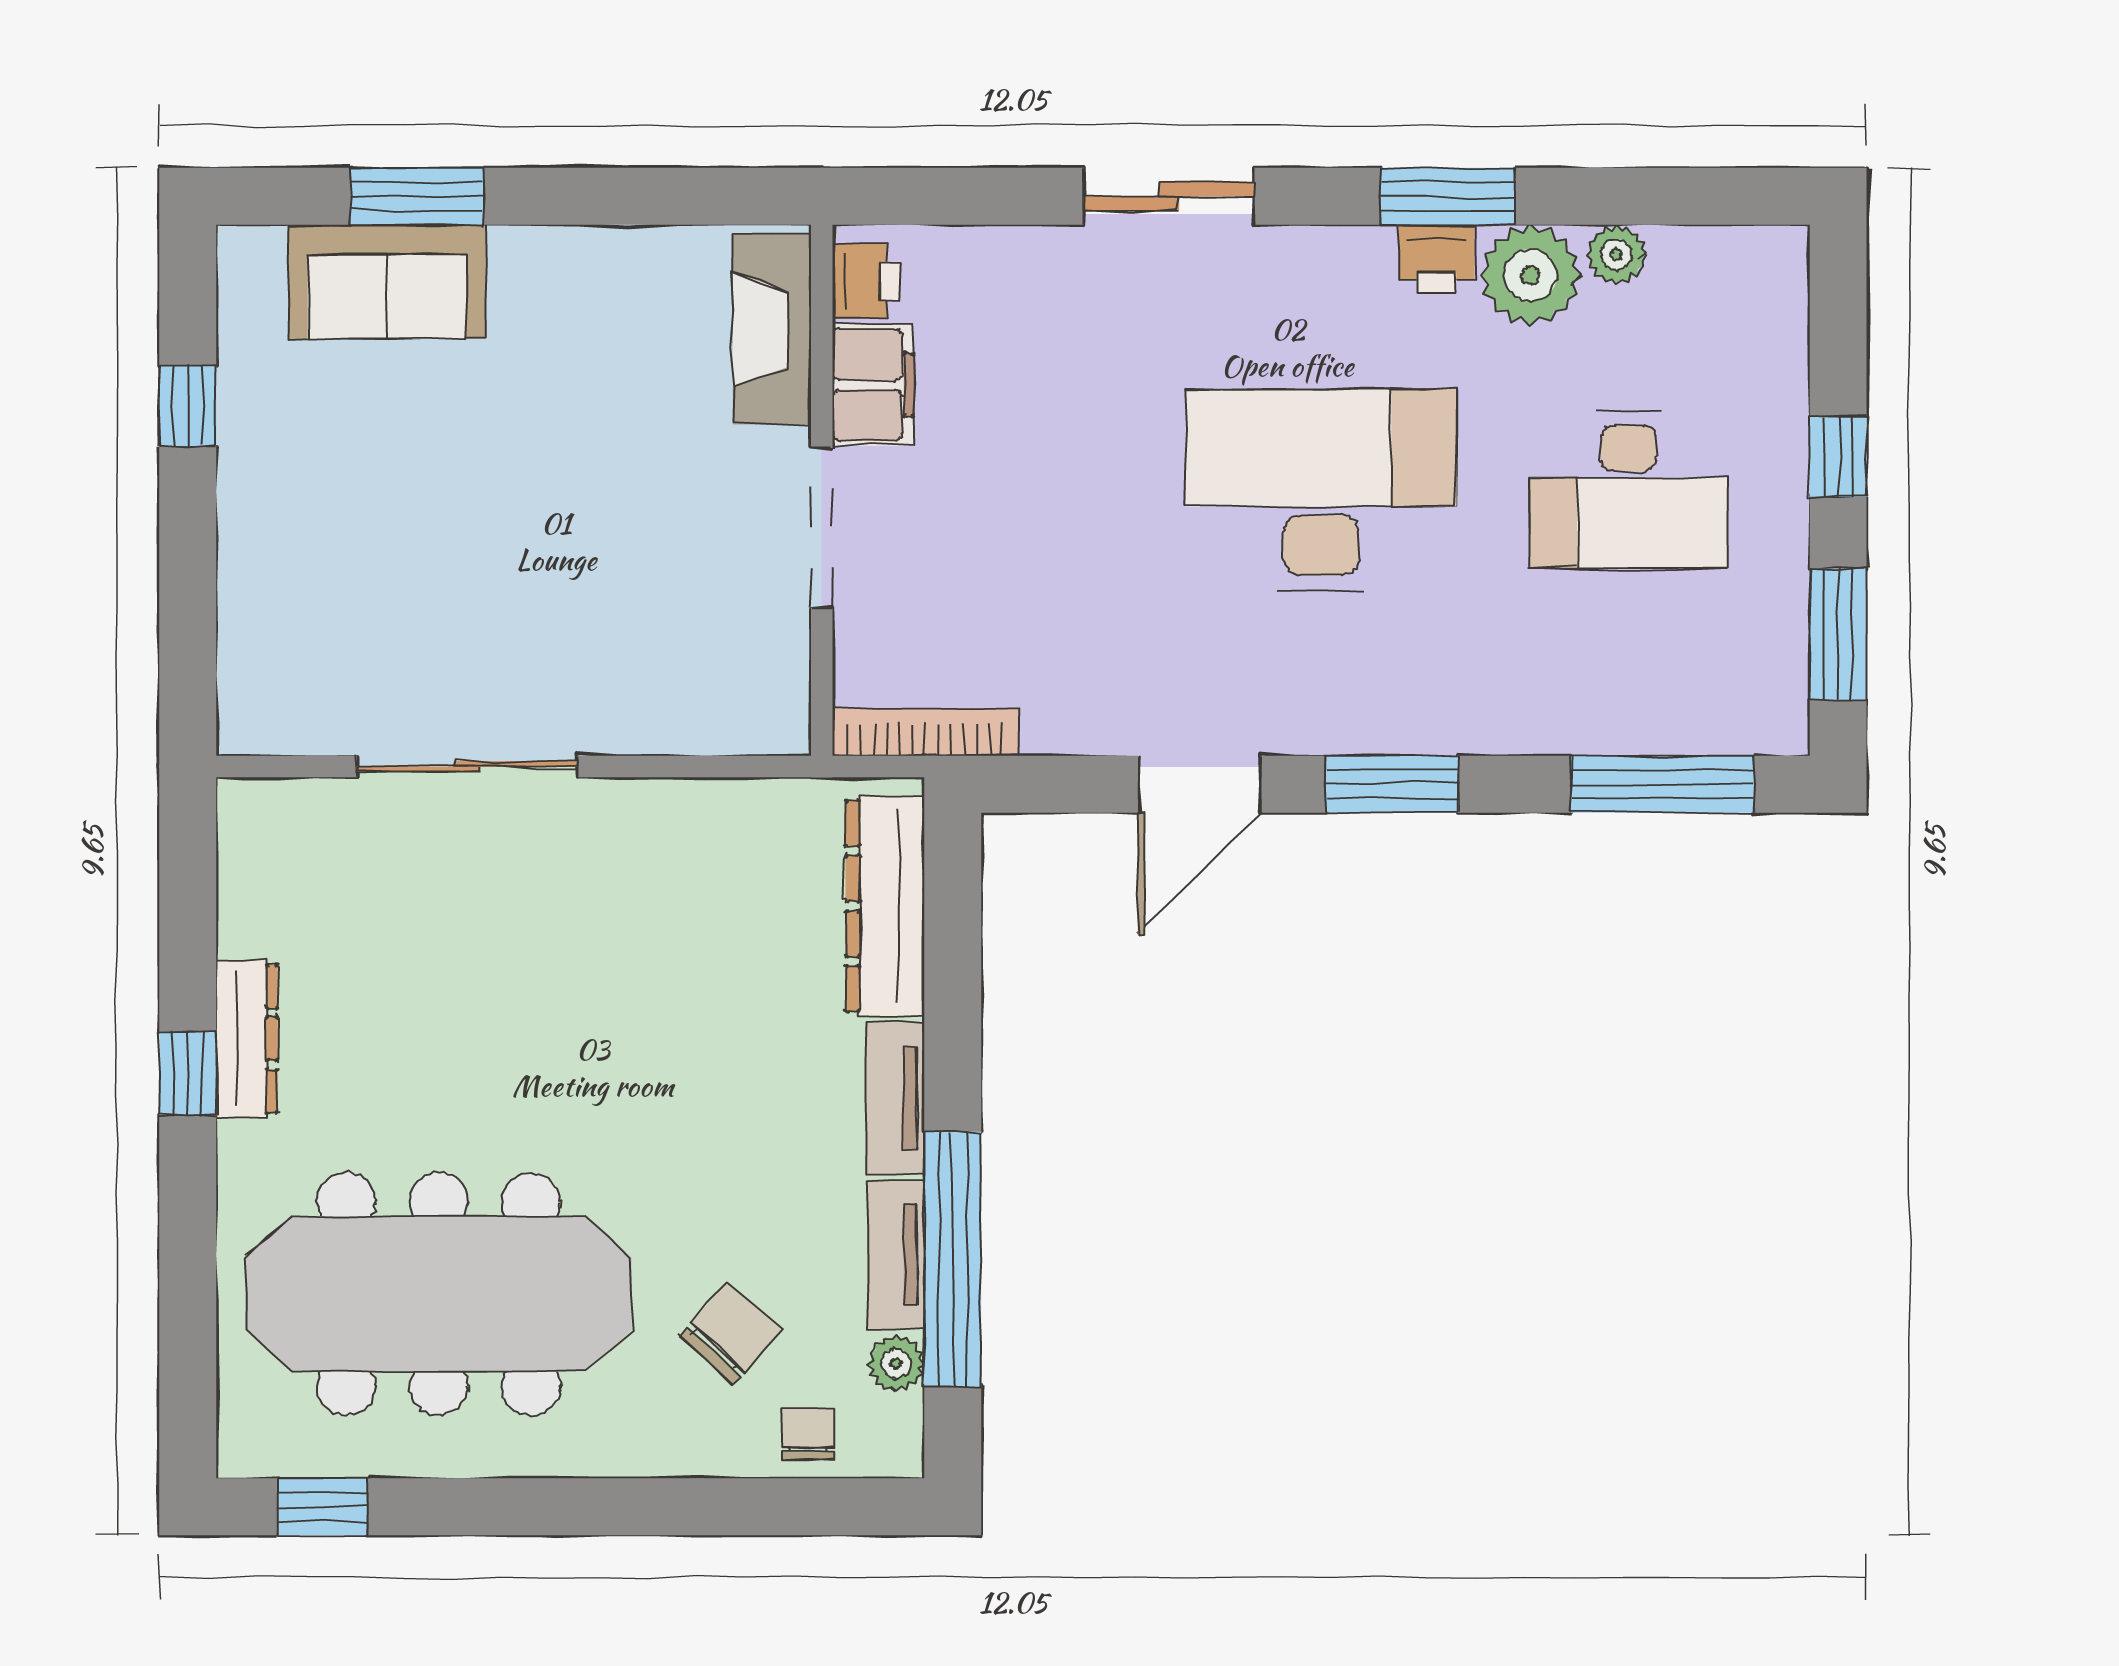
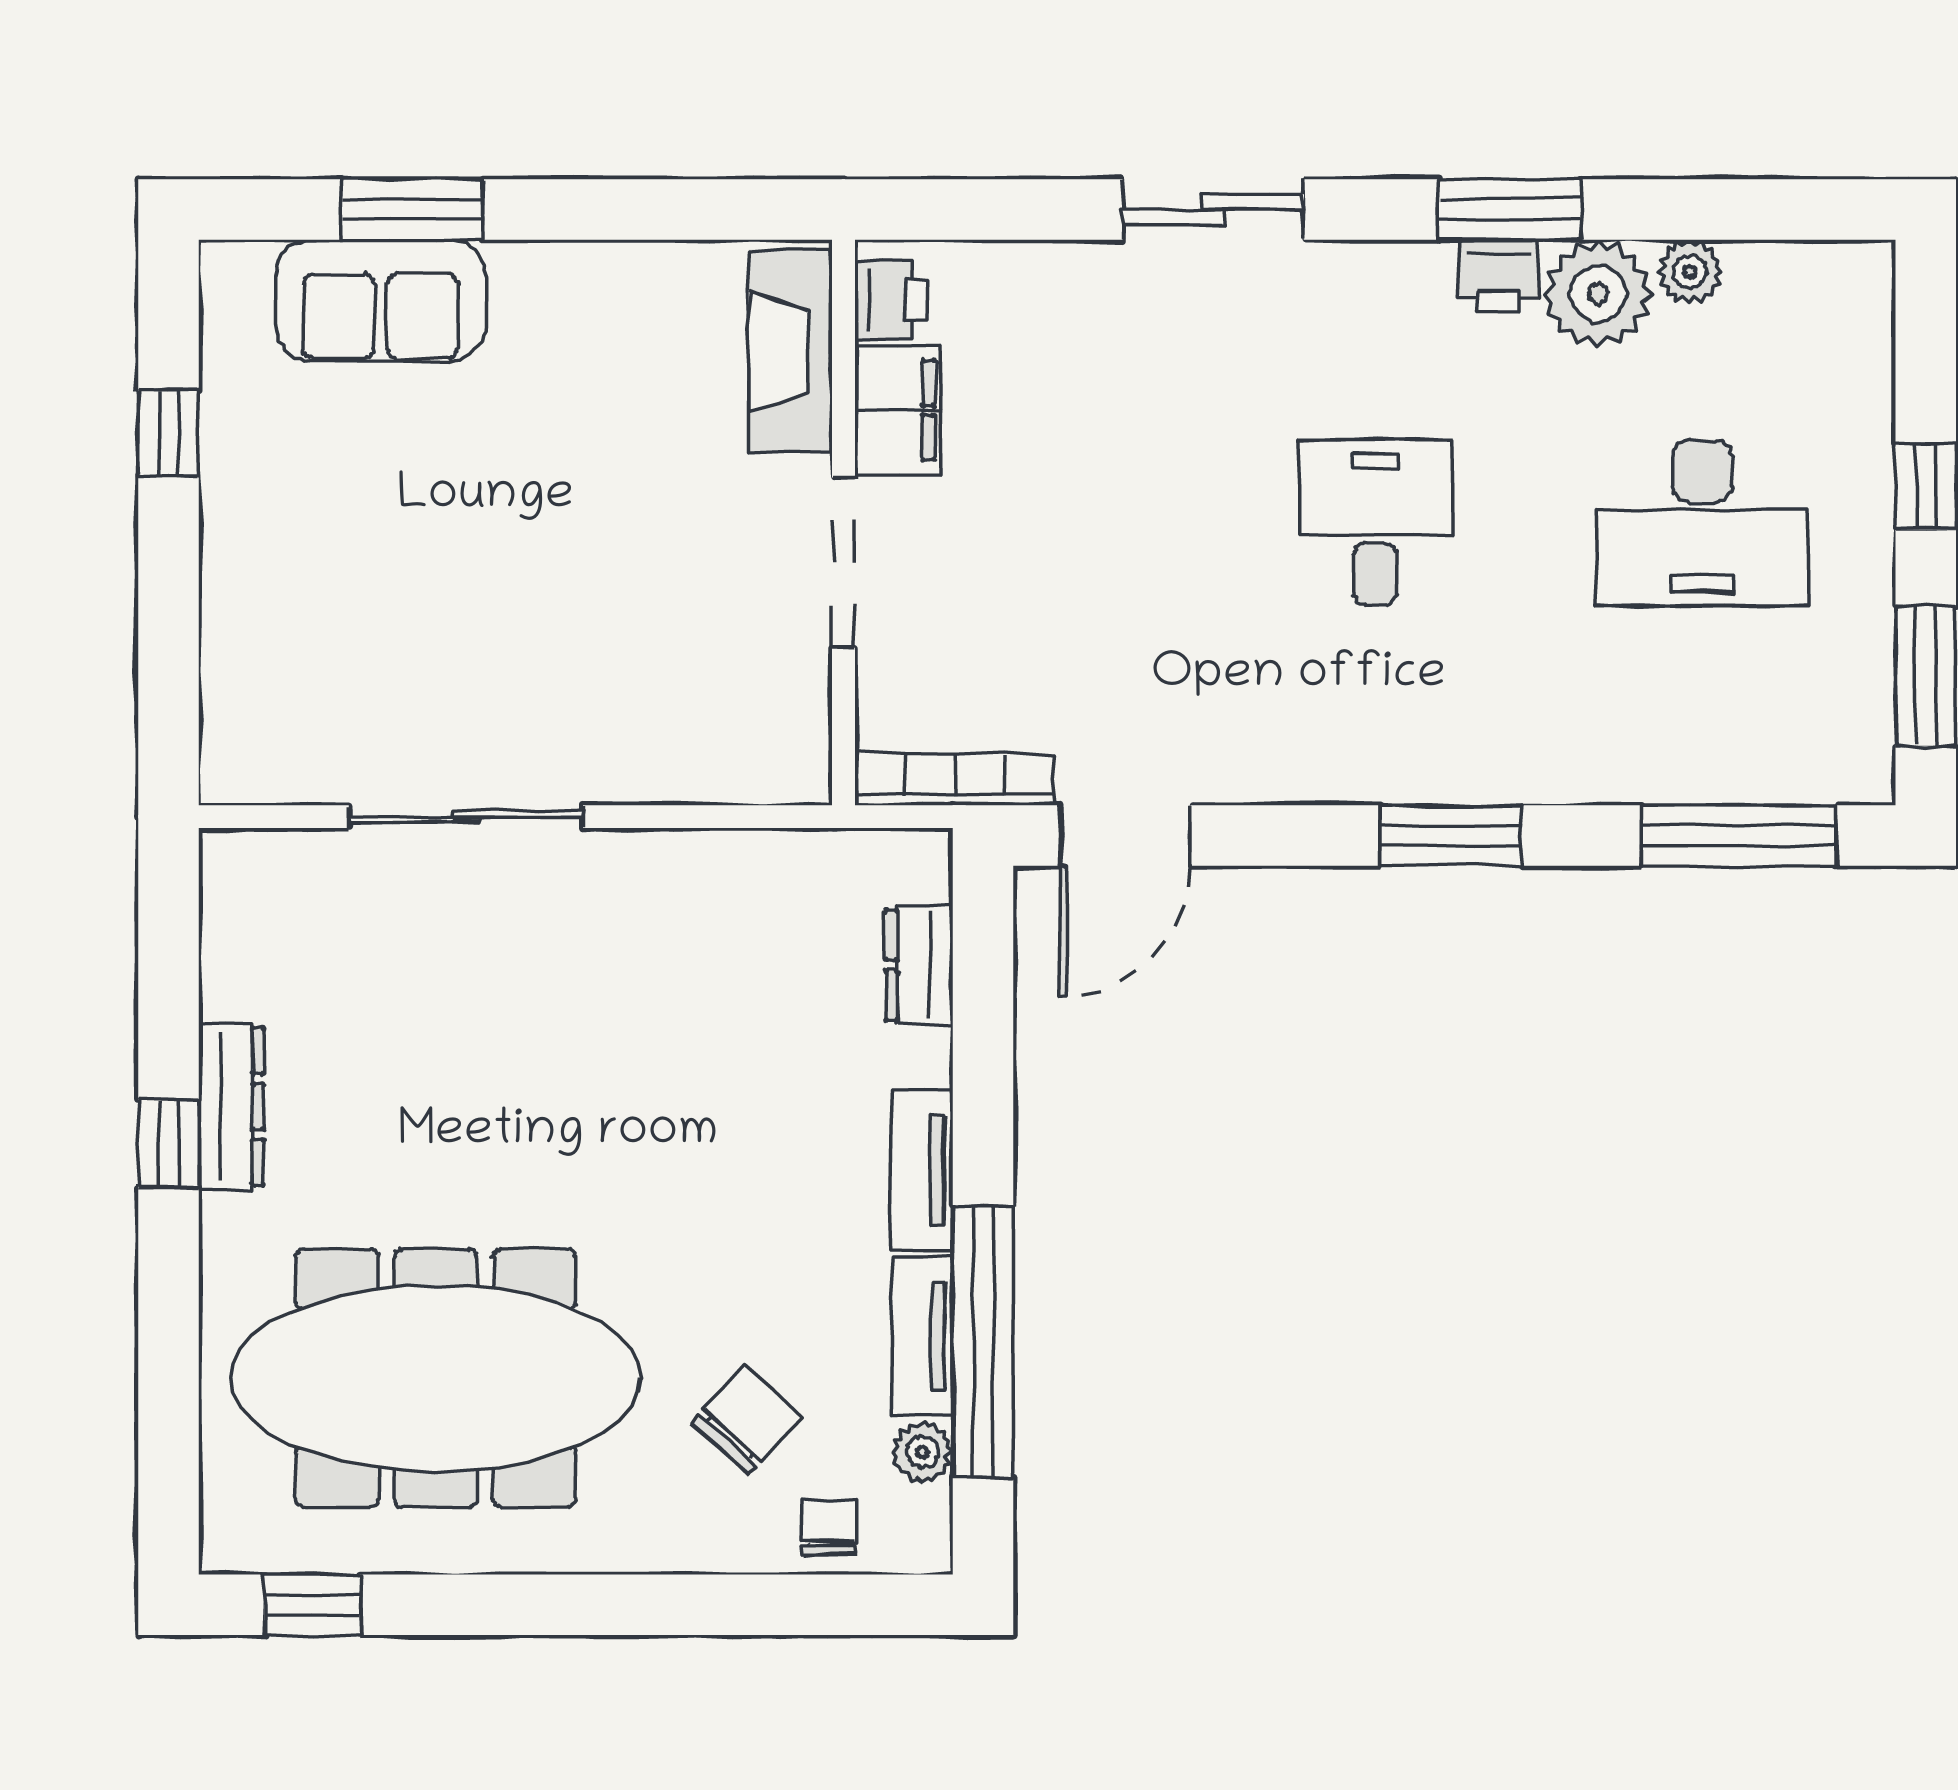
desk: (1321, 490) -> (1375, 523), width x0.53, depth x0.77
door: (1199, 784) -> (1125, 836), moved
dresser: (885, 906) -> (919, 965), width x0.51, depth x0.80

